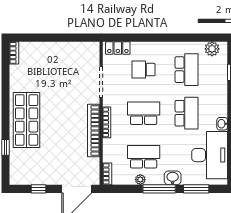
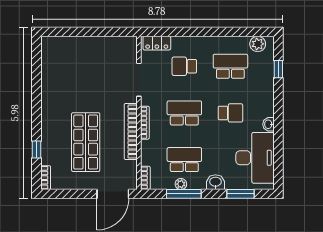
bookcase: (14, 53) -> (46, 178), moved
school desk: (187, 70) -> (230, 66), turned -90
school desk: (187, 113) -> (230, 113), width x0.54
shop shelf: (27, 120) -> (86, 142), moved
window: (39, 189) -> (72, 194), removed
window: (159, 189) -> (184, 194), moved

